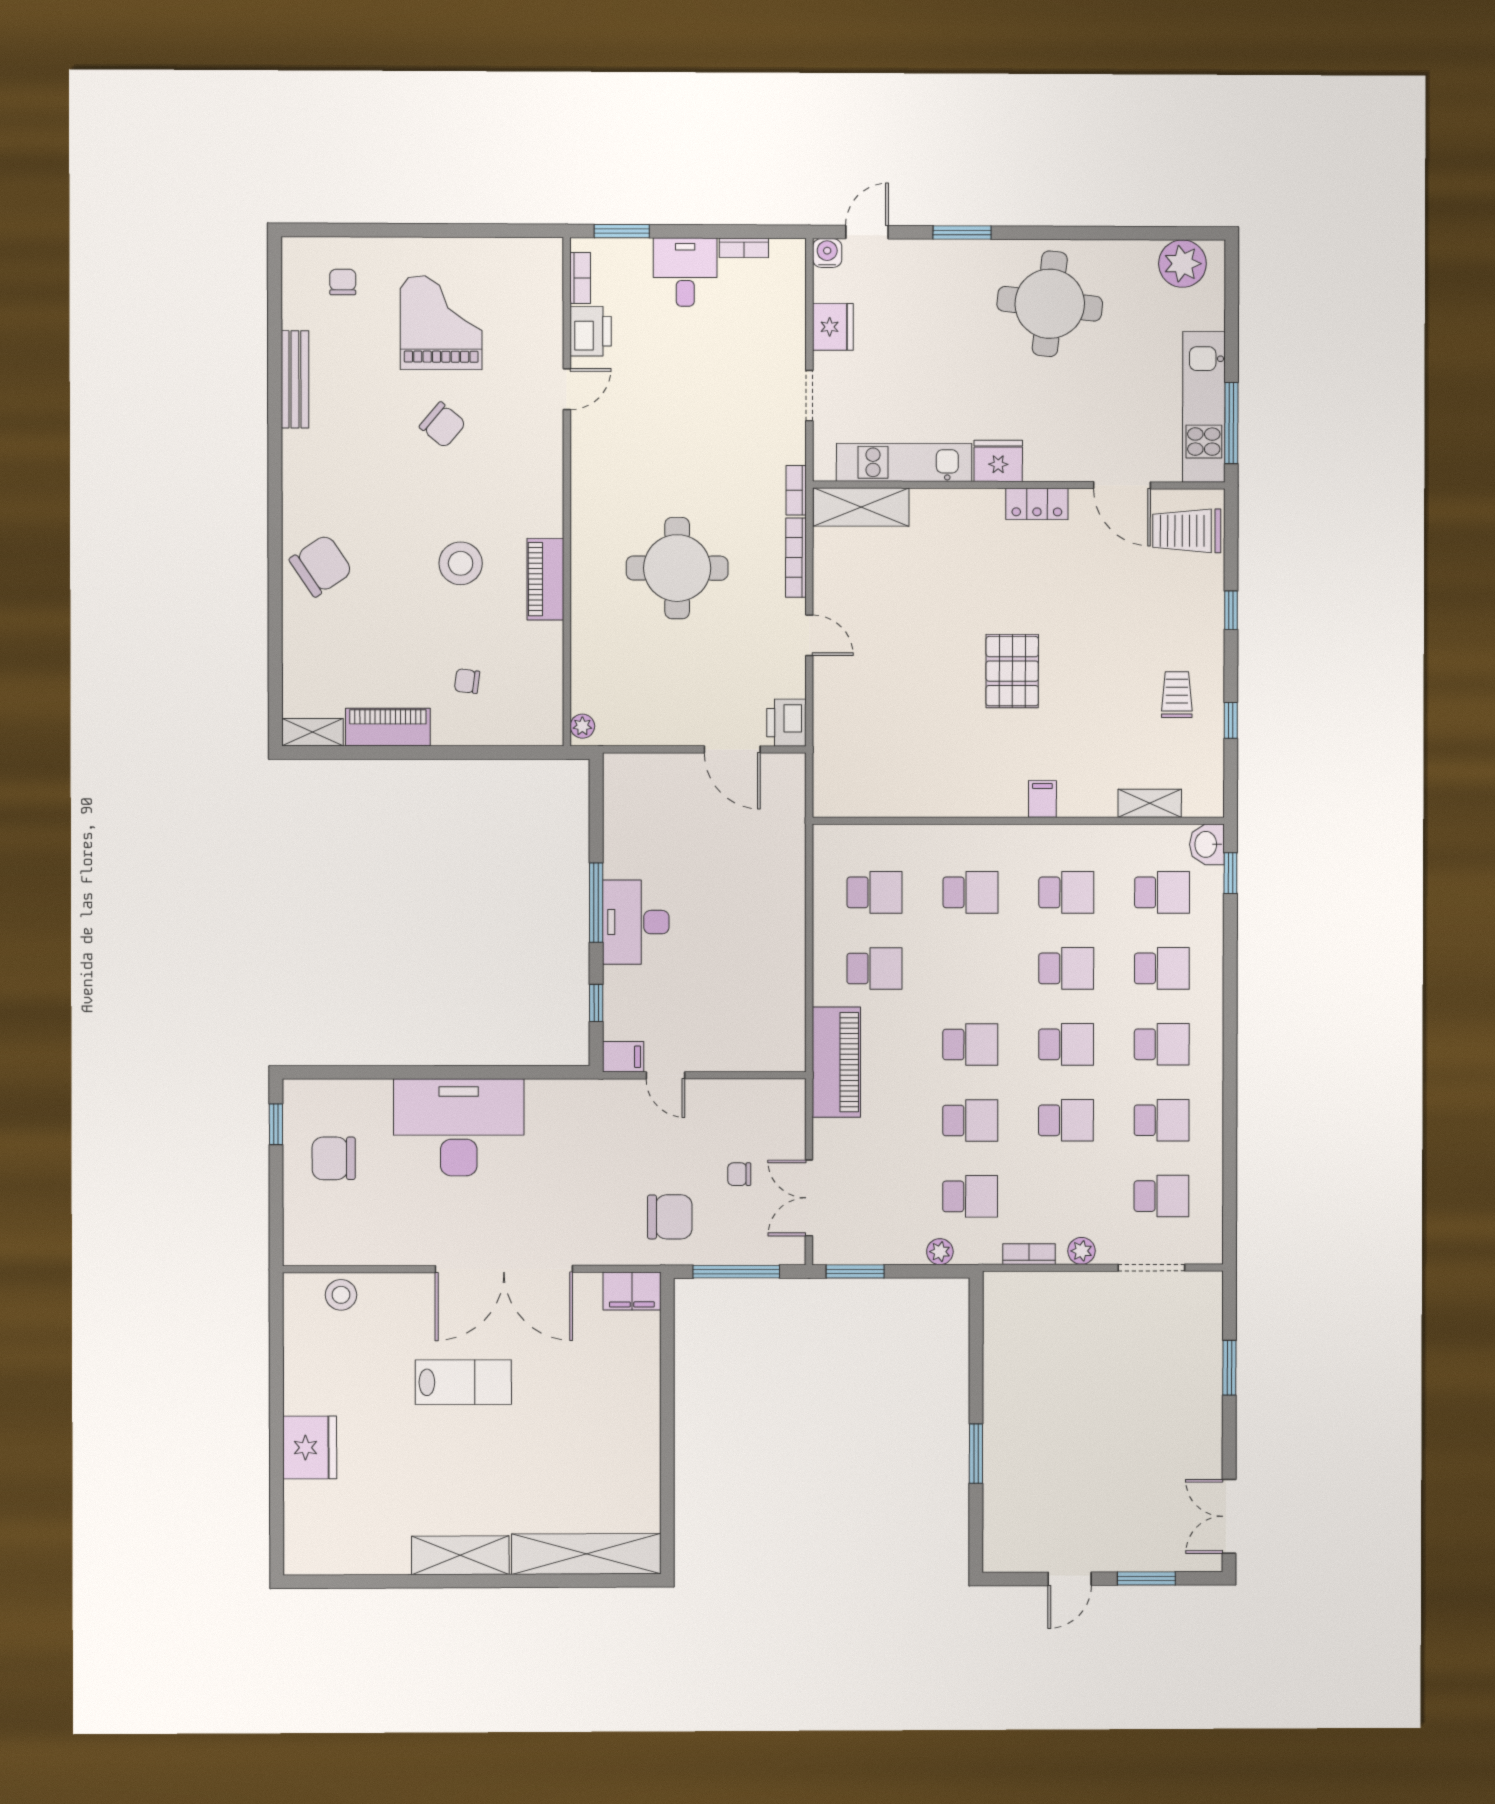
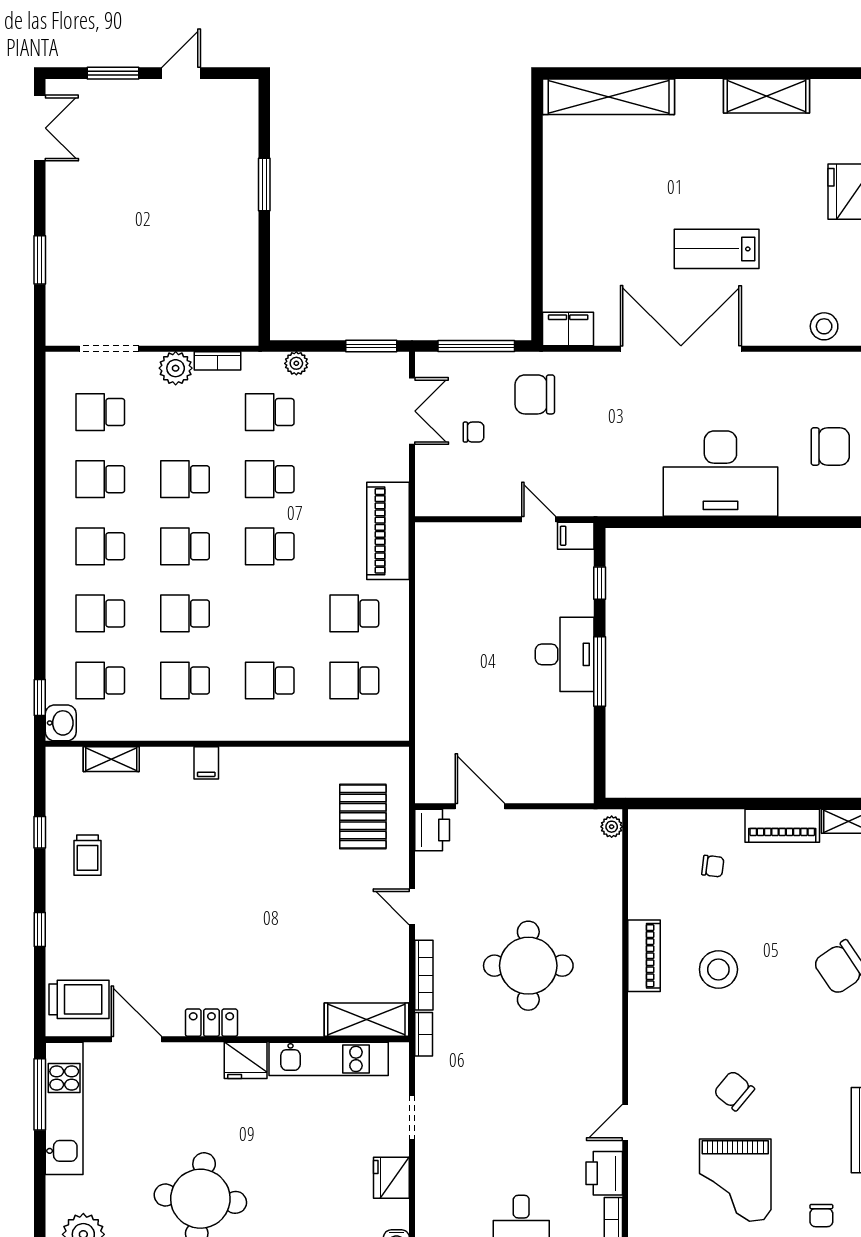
pallet: (1012, 671) -> (363, 817), moved
plant: (1082, 1251) -> (176, 368), width x1.38, depth x1.38
shelving: (460, 1555) -> (766, 96), moved

